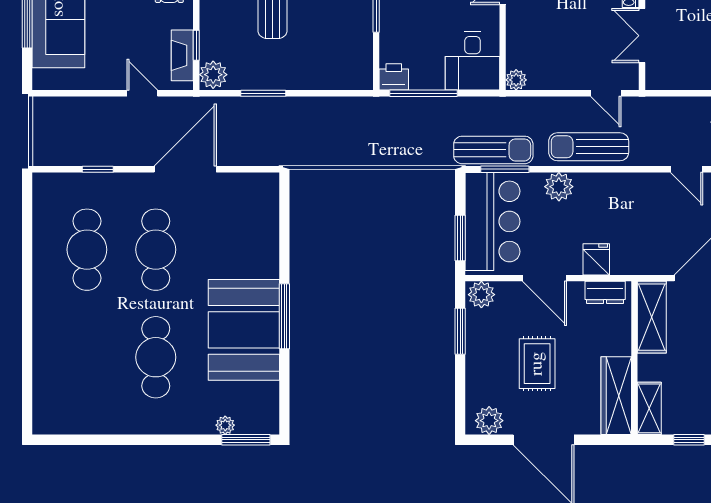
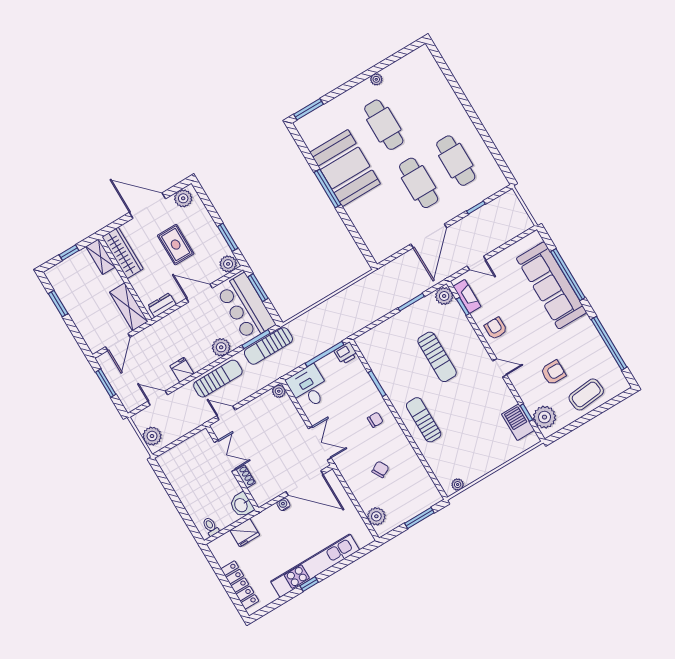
fridge: (596, 259) -> (182, 370), moved, turned 180
plant: (225, 425) -> (376, 79), moved

